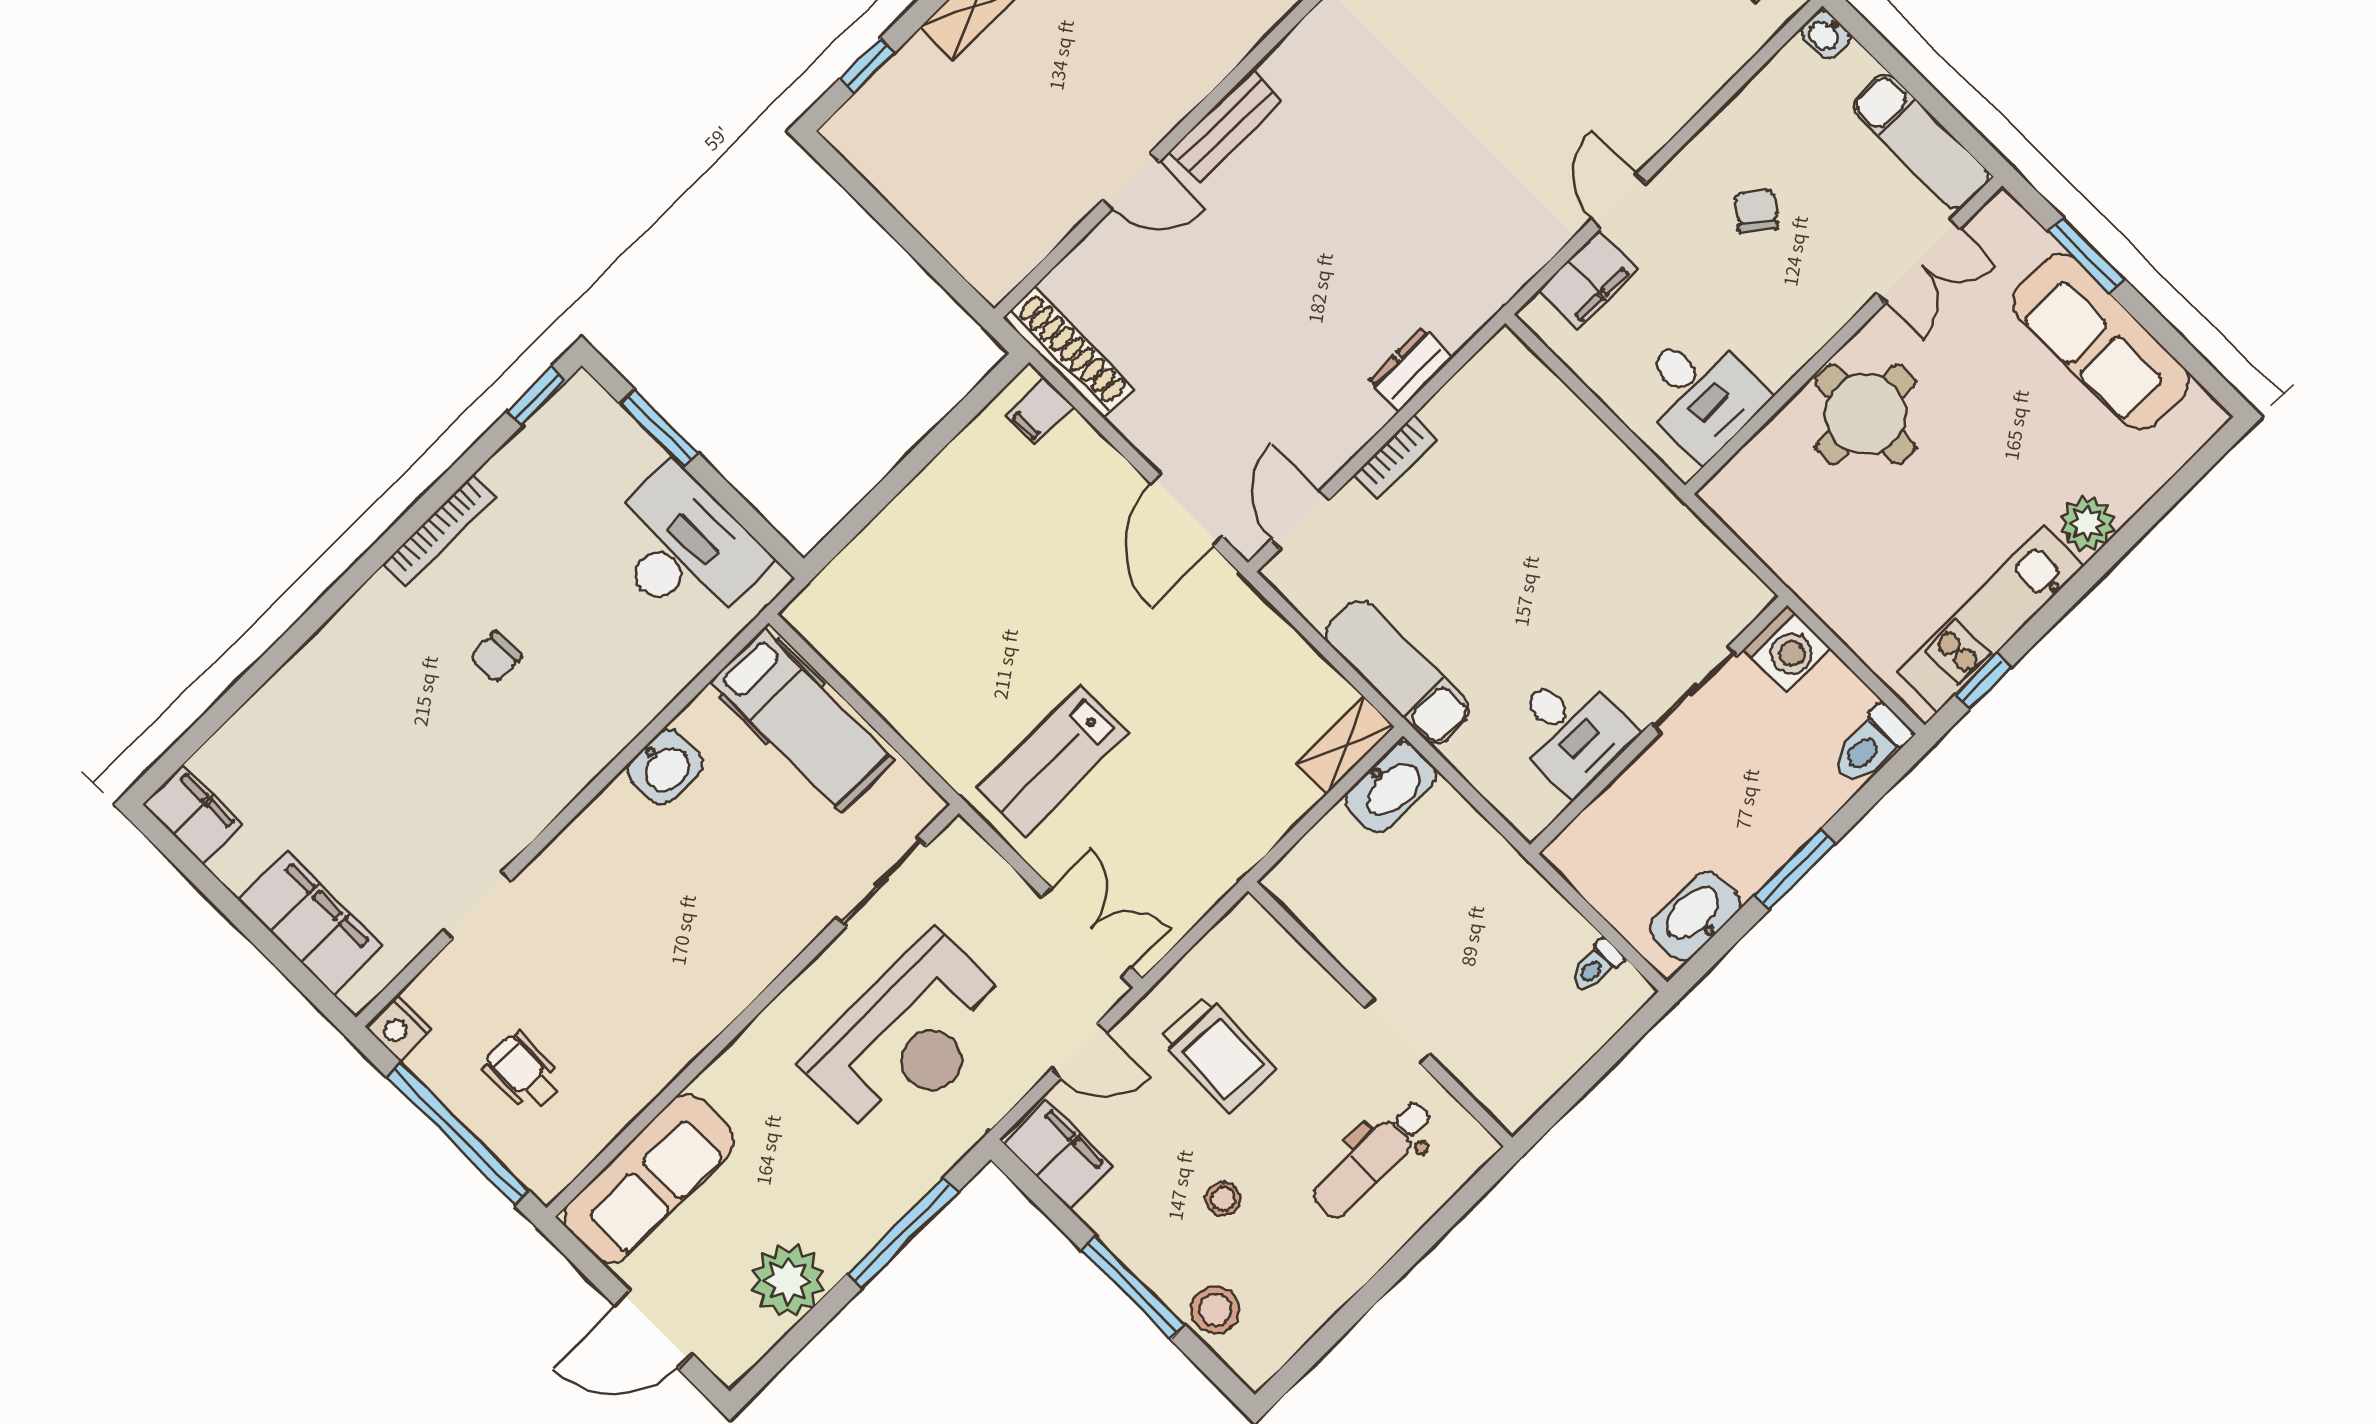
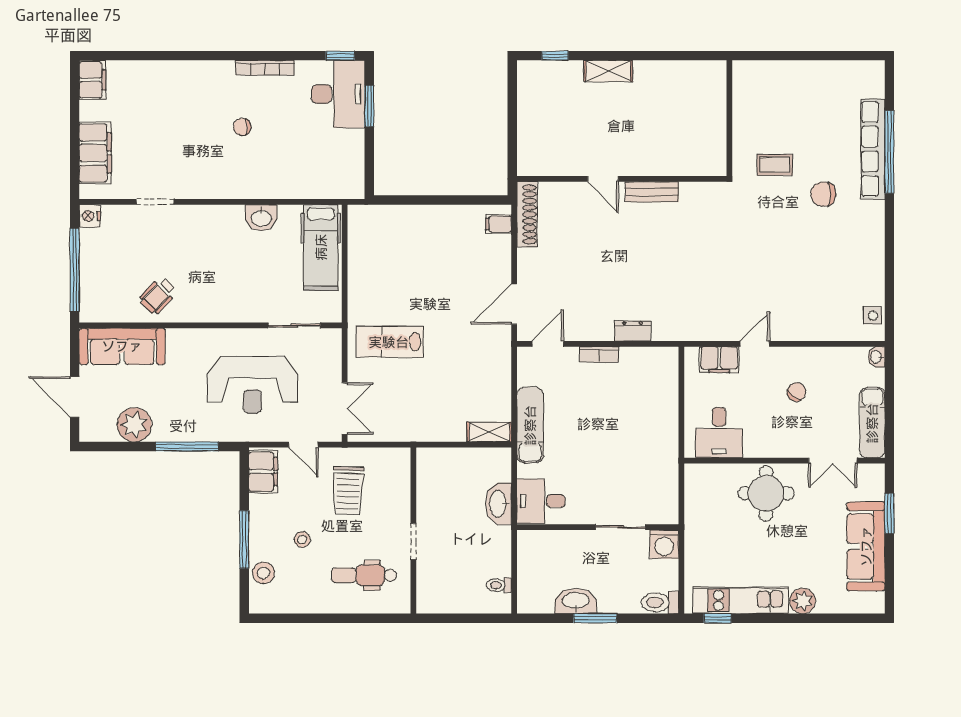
desk: (683, 549) -> (338, 94), moved
desk: (1571, 730) -> (541, 501), moved, turned 90
washbasin: (1390, 787) -> (499, 504), moved, turned 90
washbasin: (1695, 916) -> (576, 601), moved
wheelchair: (523, 1072) -> (158, 296), moved, turned -137

